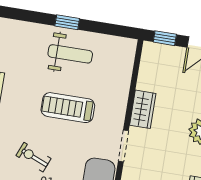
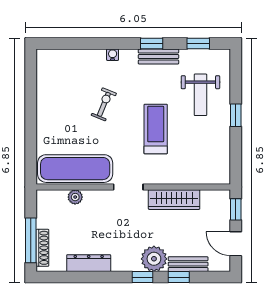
weight bench: (70, 54) -> (200, 95), moved
wardrobe: (143, 109) -> (174, 200), width x1.50

